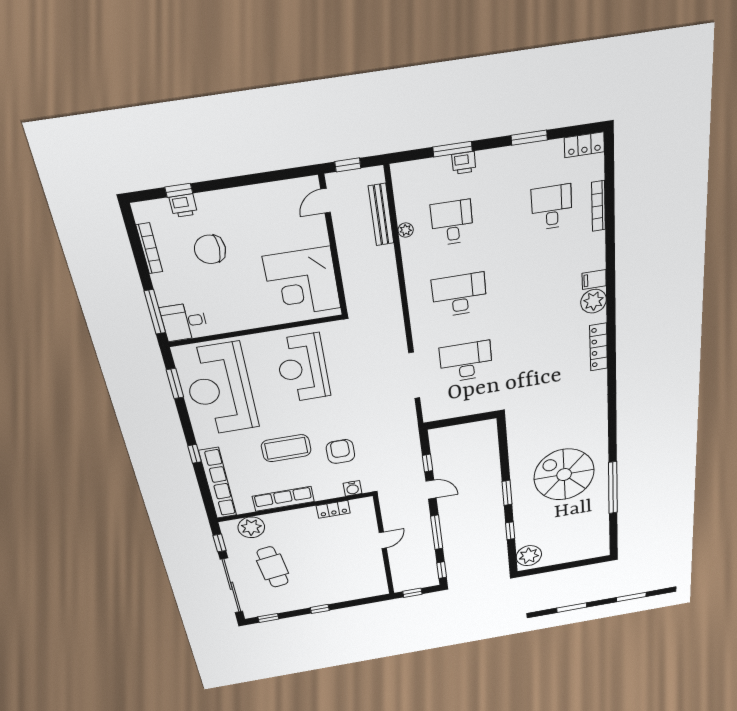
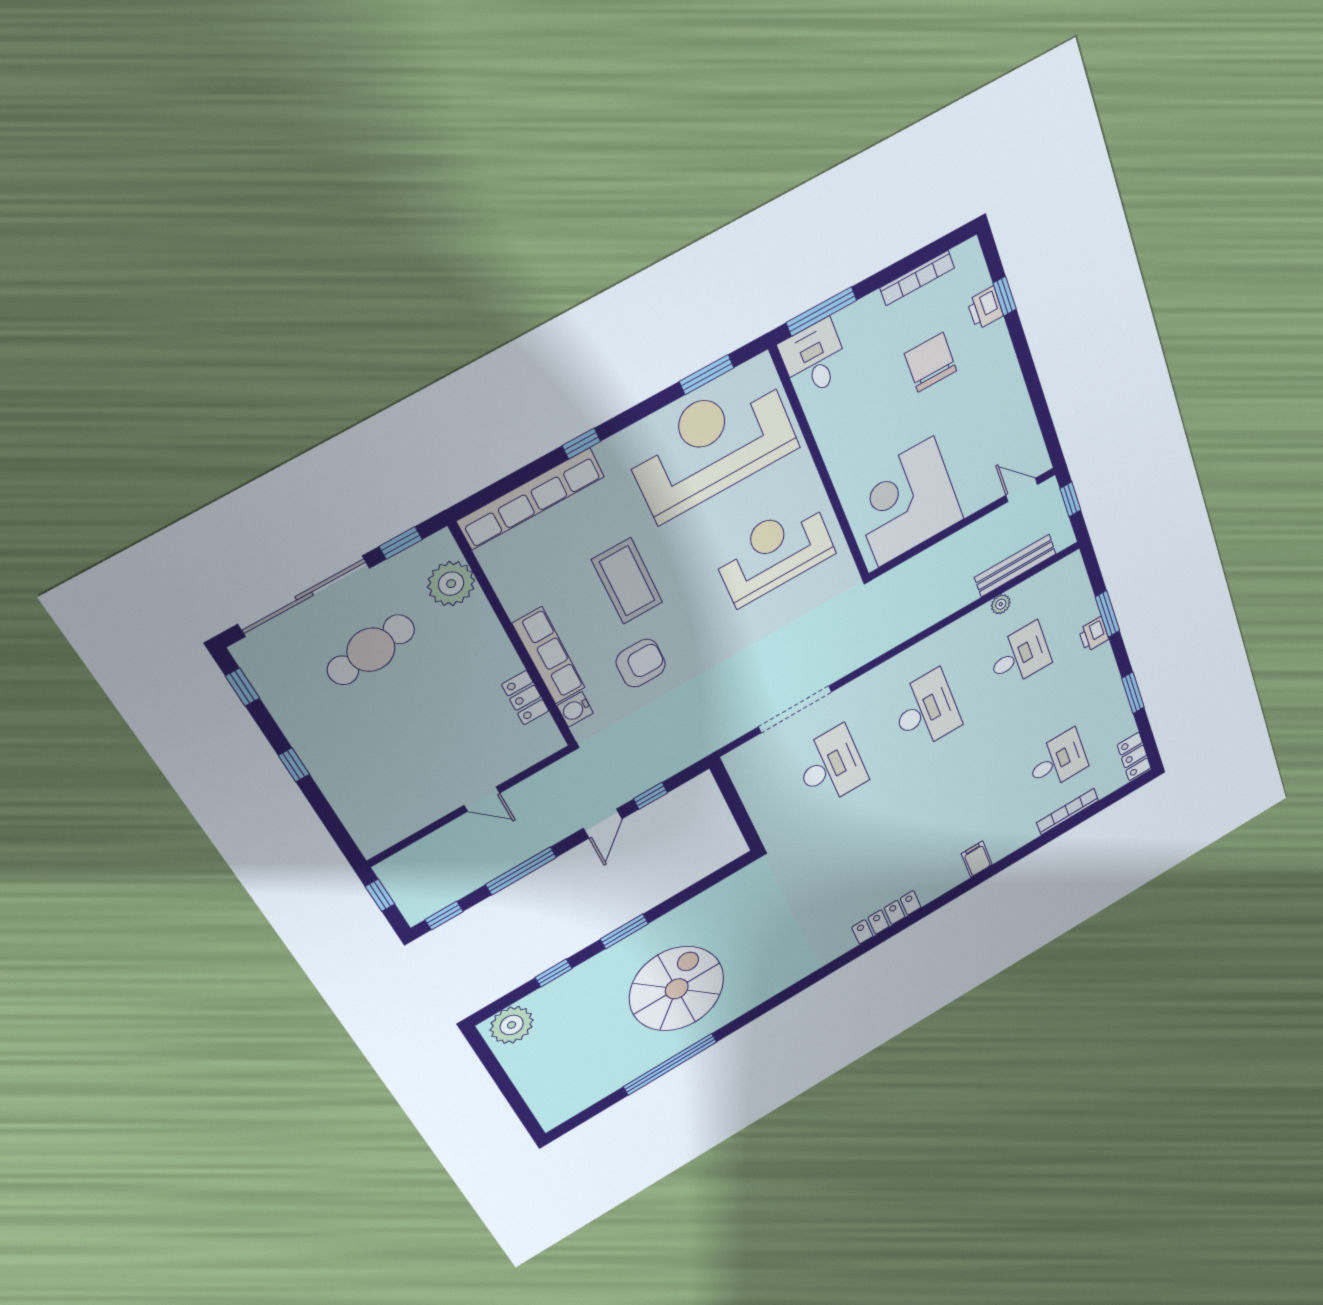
plant: (594, 301) -> (948, 875), removed
row of seats: (283, 499) -> (549, 656), moved

